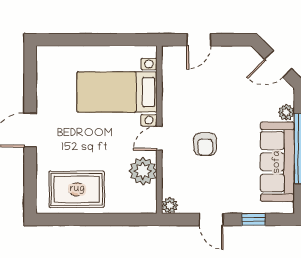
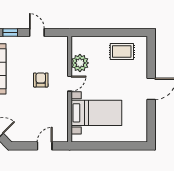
rug: (77, 189) -> (122, 51), width x0.73, depth x0.70
plant: (170, 205) -> (63, 41), removed

